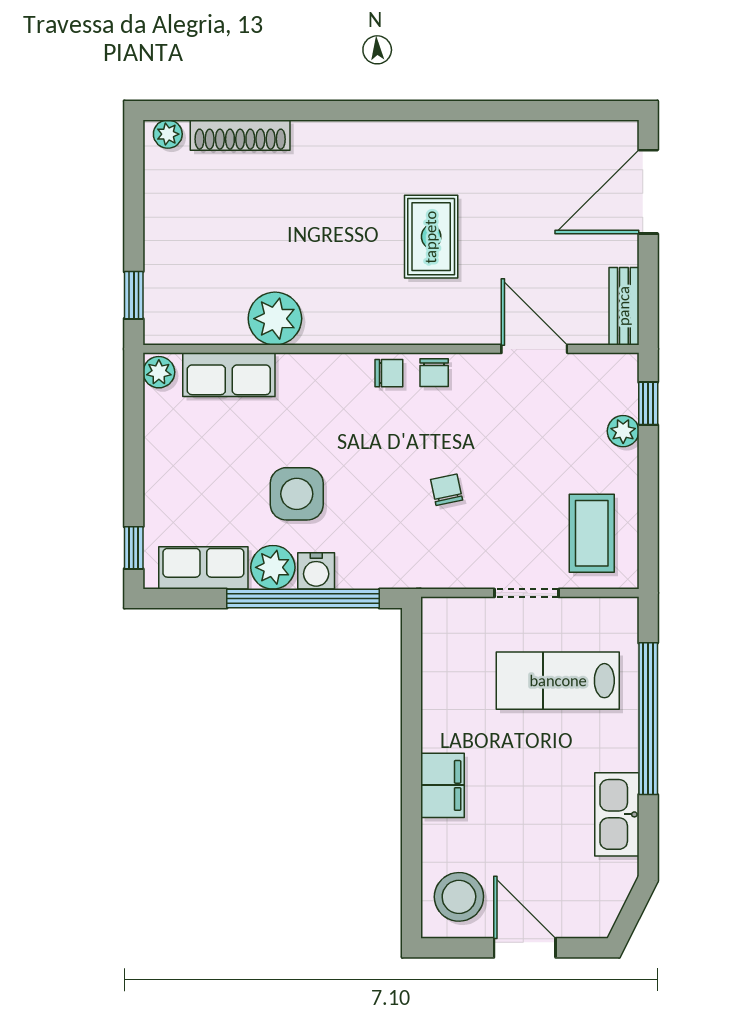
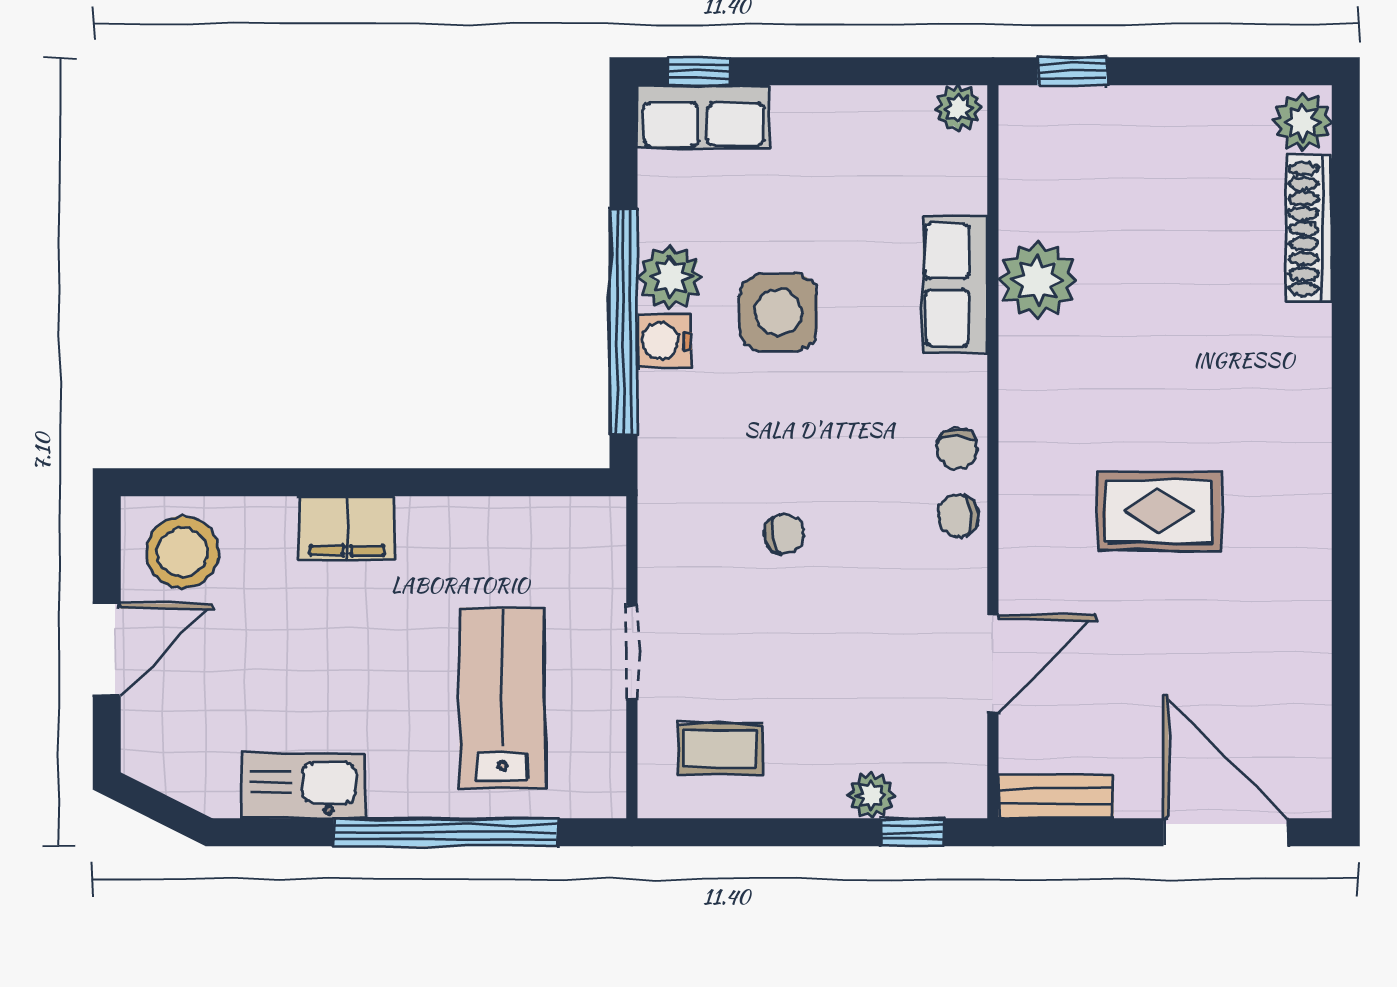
plant: (168, 134) -> (1303, 122), width x1.38, depth x1.38
row of seats: (229, 375) -> (955, 284), moved
coffee table: (592, 533) -> (720, 749), width x0.73, depth x0.77
row of seats: (203, 568) -> (703, 117), moved, turned 90

